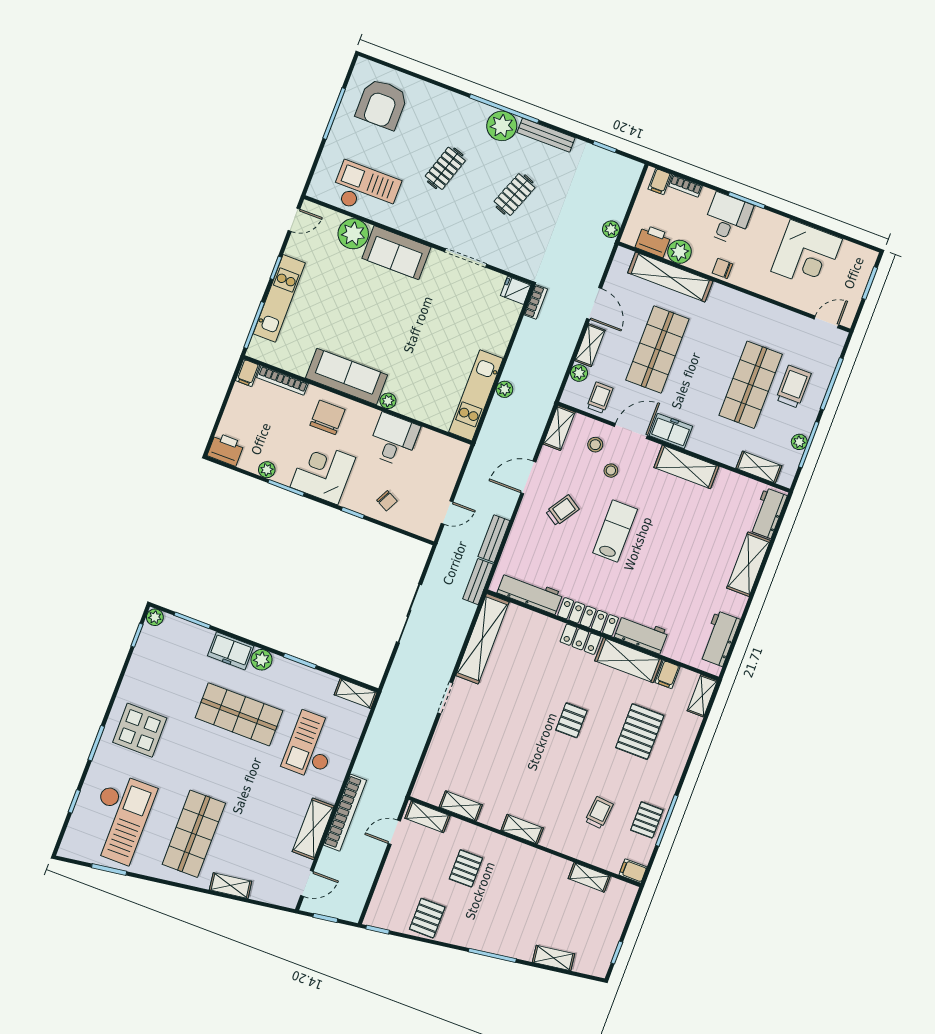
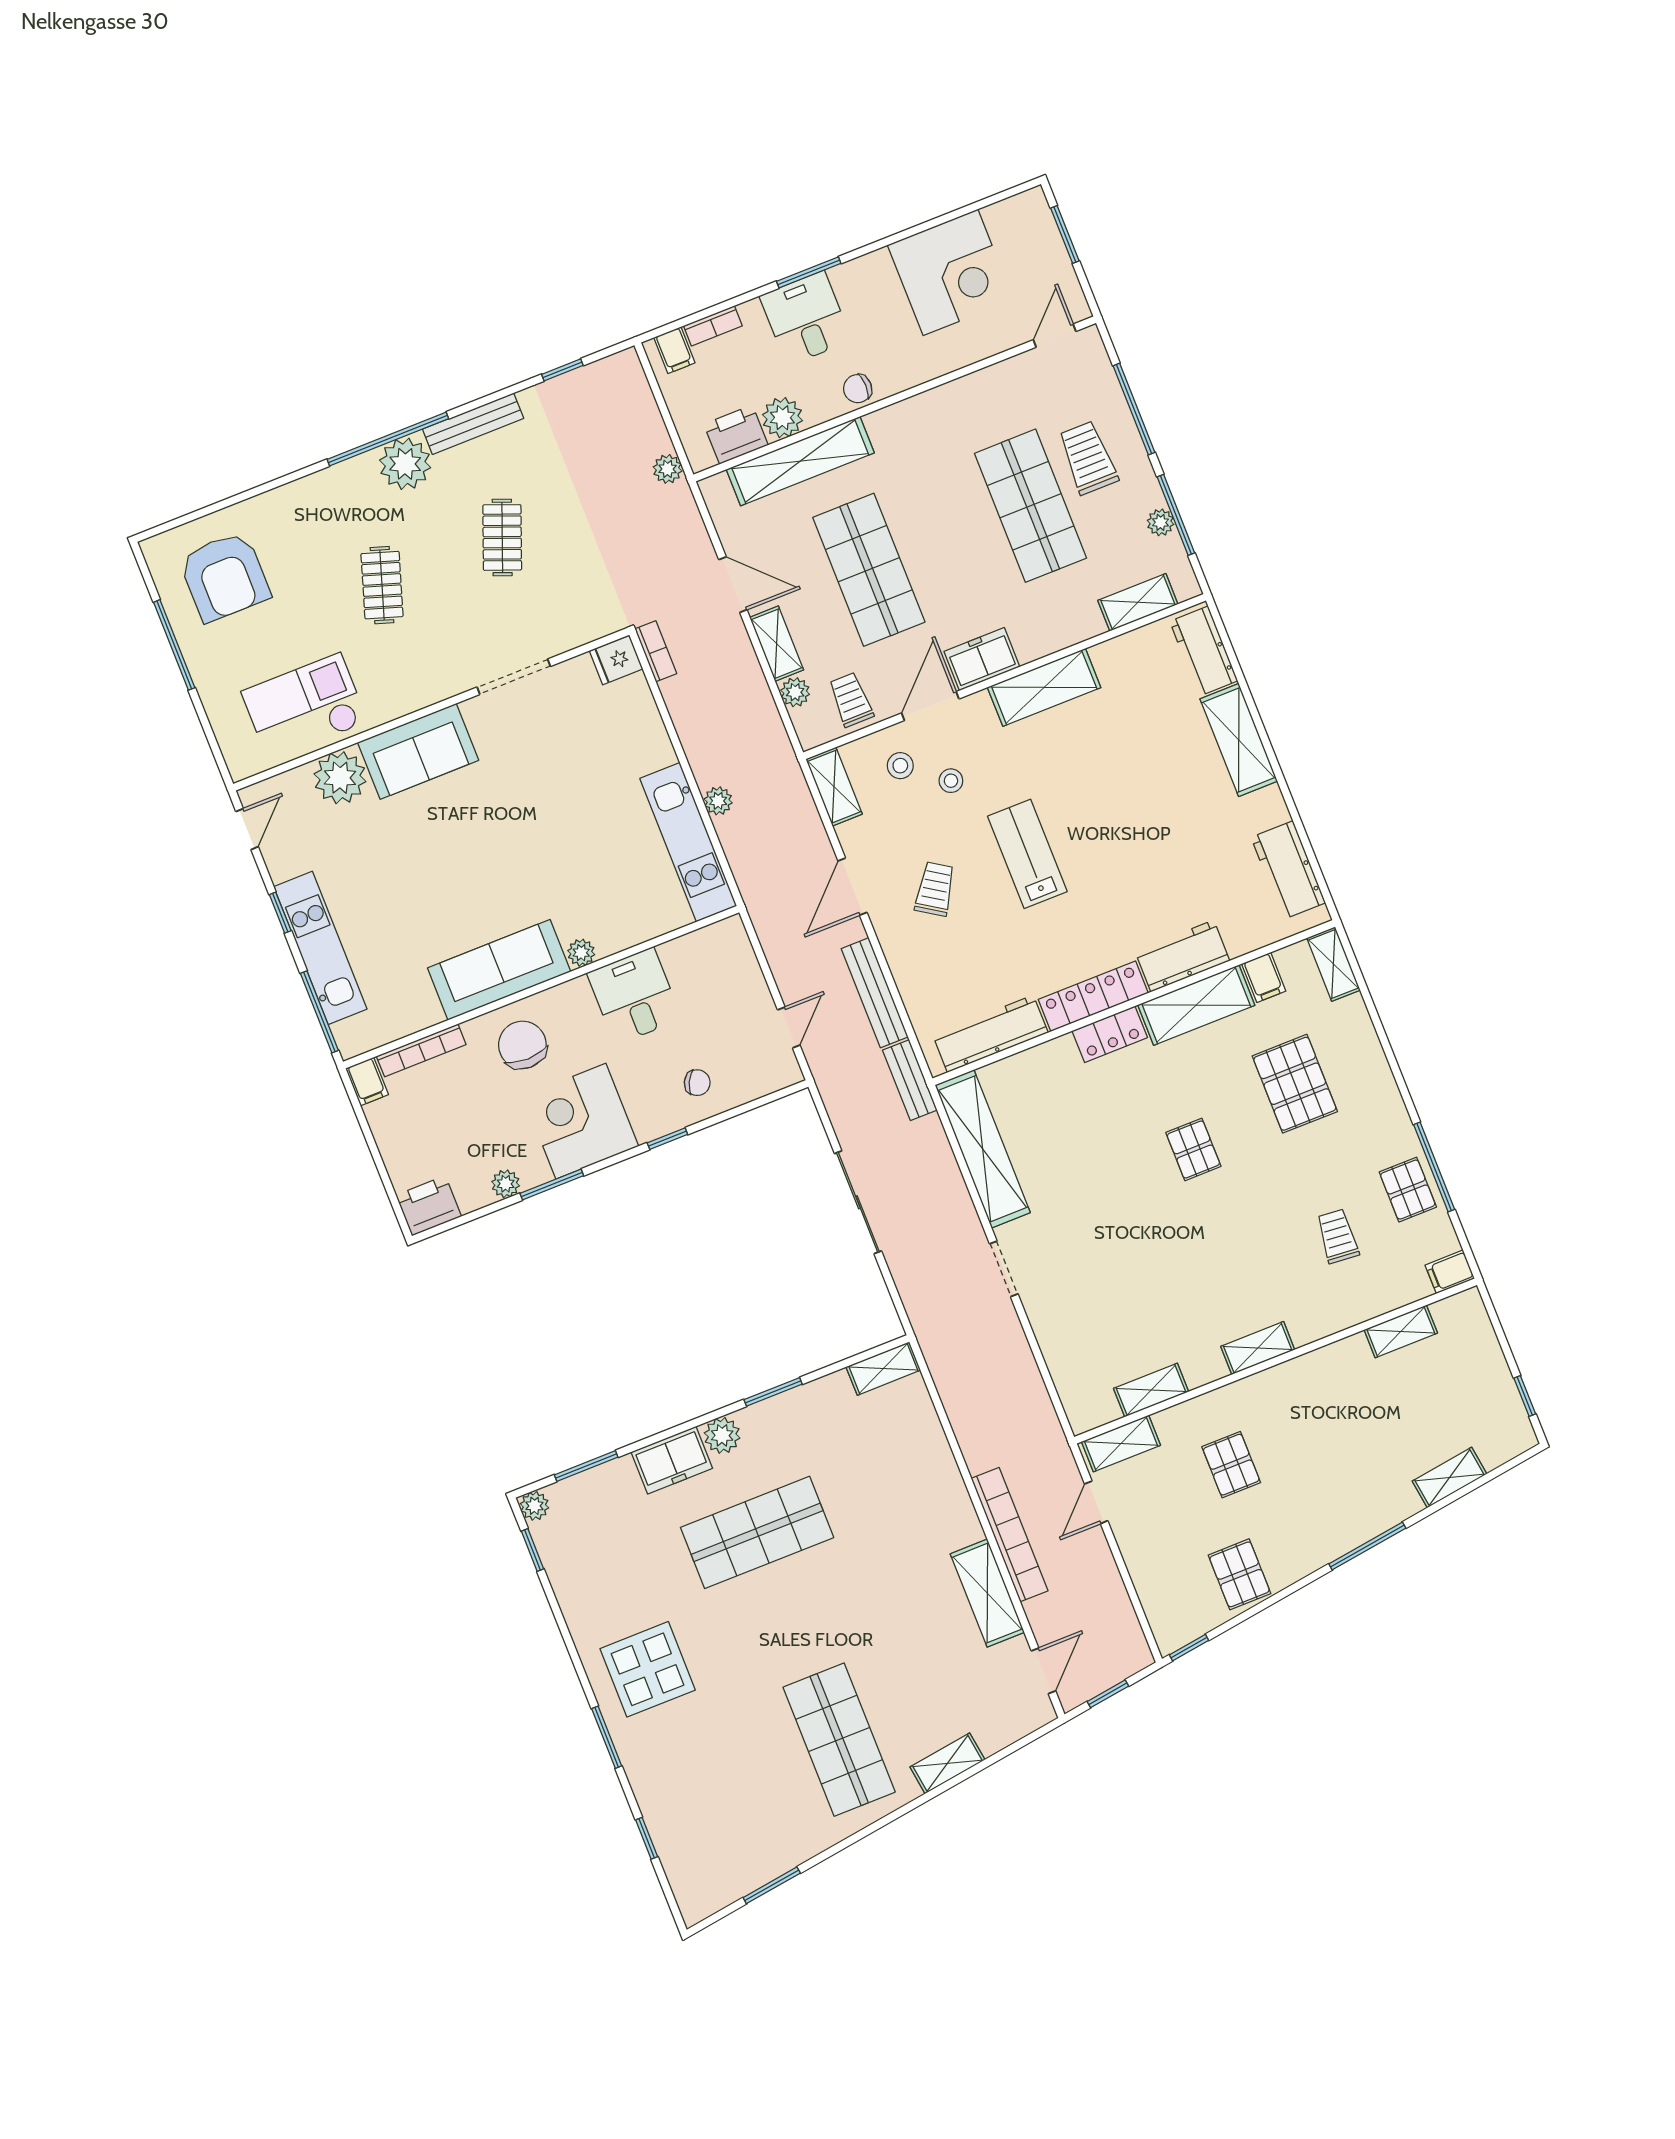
bench: (494, 539) -> (875, 993), width x1.36
checkout: (311, 745) -> (887, 1487), removed
checkout: (119, 818) -> (725, 1807), removed

